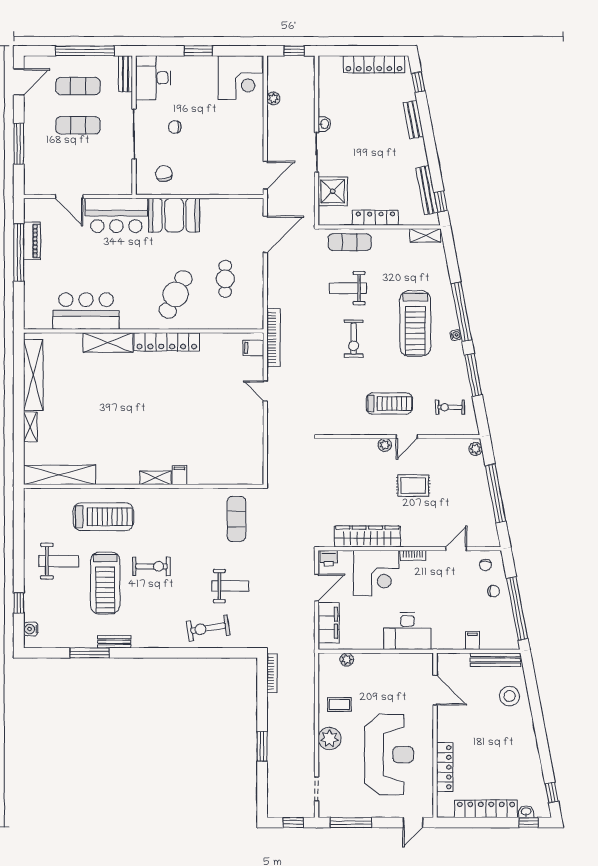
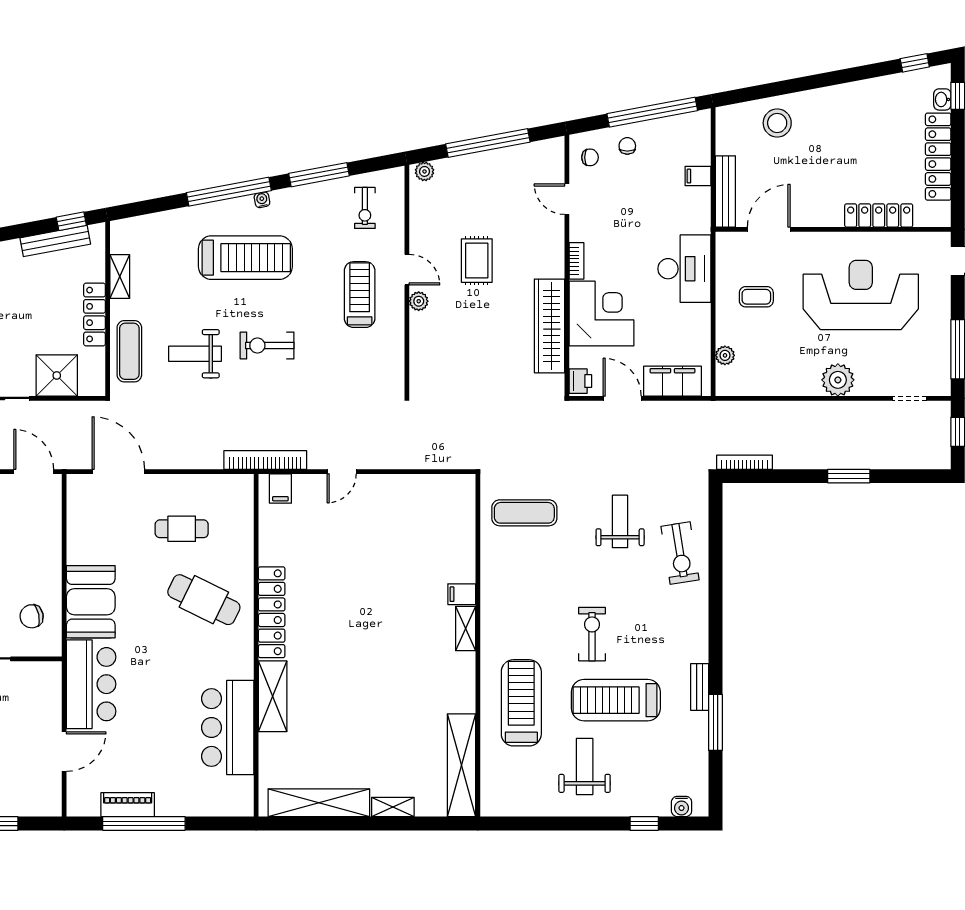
shelving: (425, 235) -> (120, 277), moved
weight bench: (348, 288) -> (195, 354), turned 90
exercise bike: (354, 339) -> (267, 346), turned 180
treadmill: (105, 583) -> (616, 700), turned 180
bench: (495, 660) -> (725, 191), moved
coffee table: (339, 704) -> (756, 297), moved, turned 90

